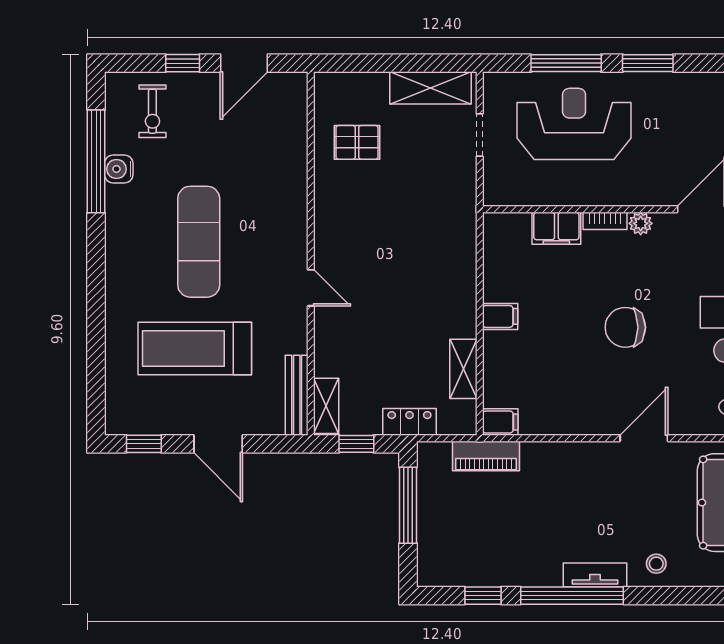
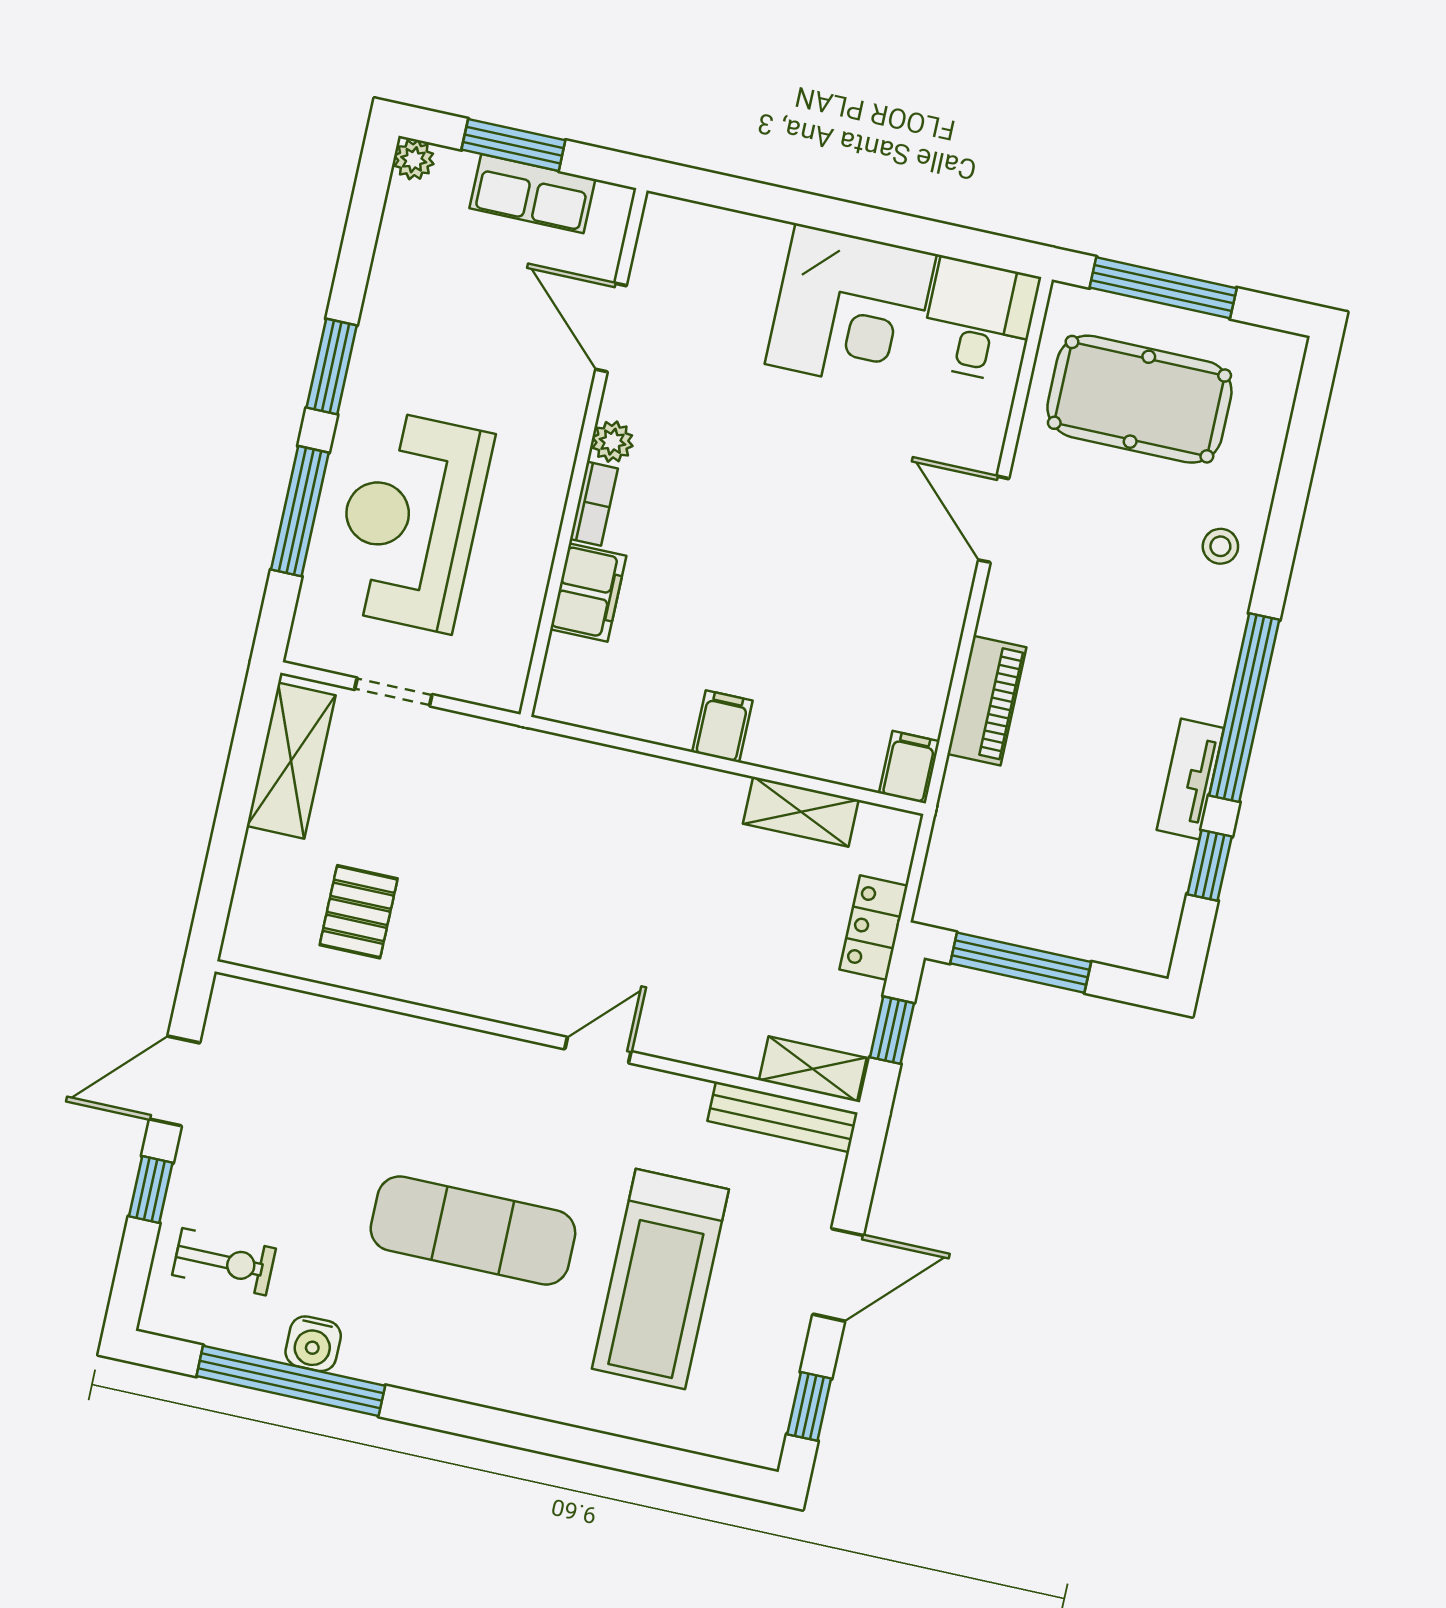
door: (244, 63) -> (175, 1081), swing flipped
chair: (625, 327) -> (790, 509), removed
piano: (486, 456) -> (987, 701), moved
tv unit: (595, 575) -> (1190, 779), moved

